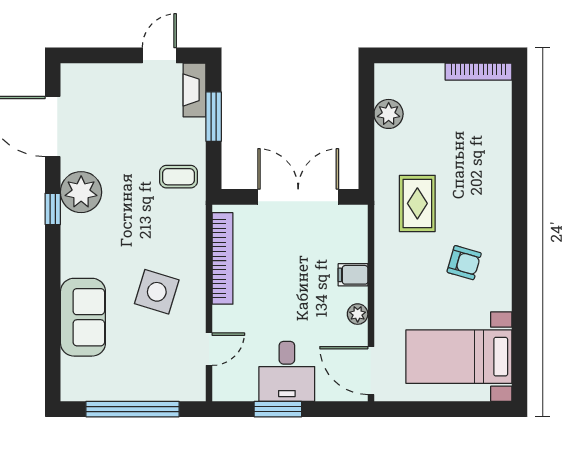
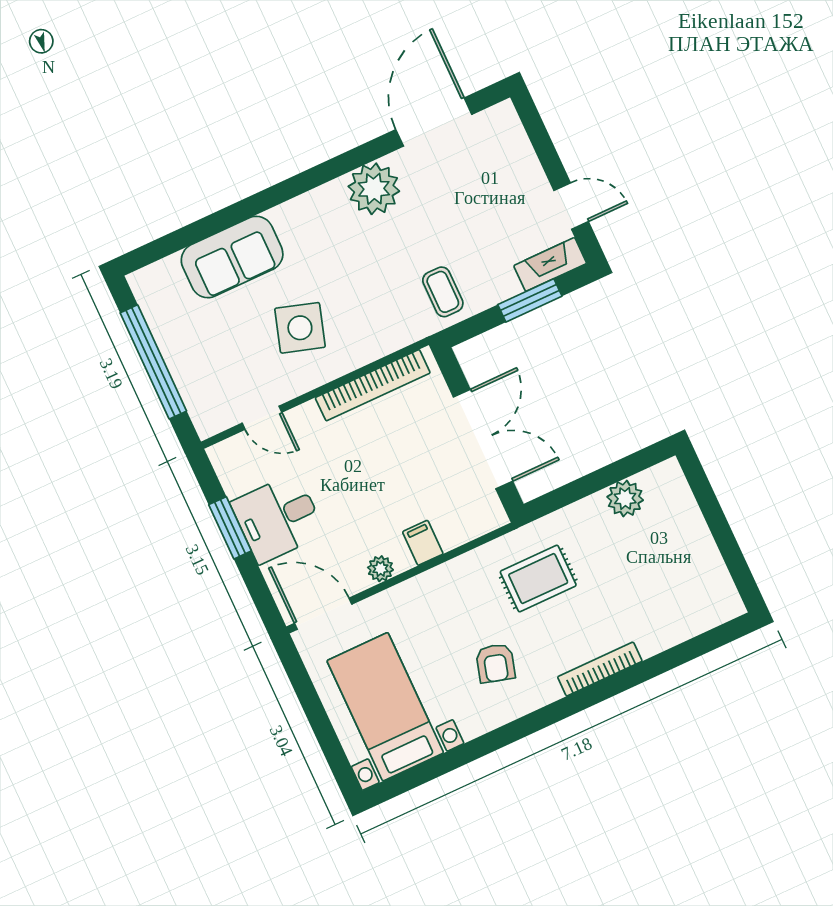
bookcase: (478, 72) -> (600, 669), moved, turned 90
window: (53, 209) -> (340, 165), removed
door: (371, 371) -> (323, 614), hinge flipped

